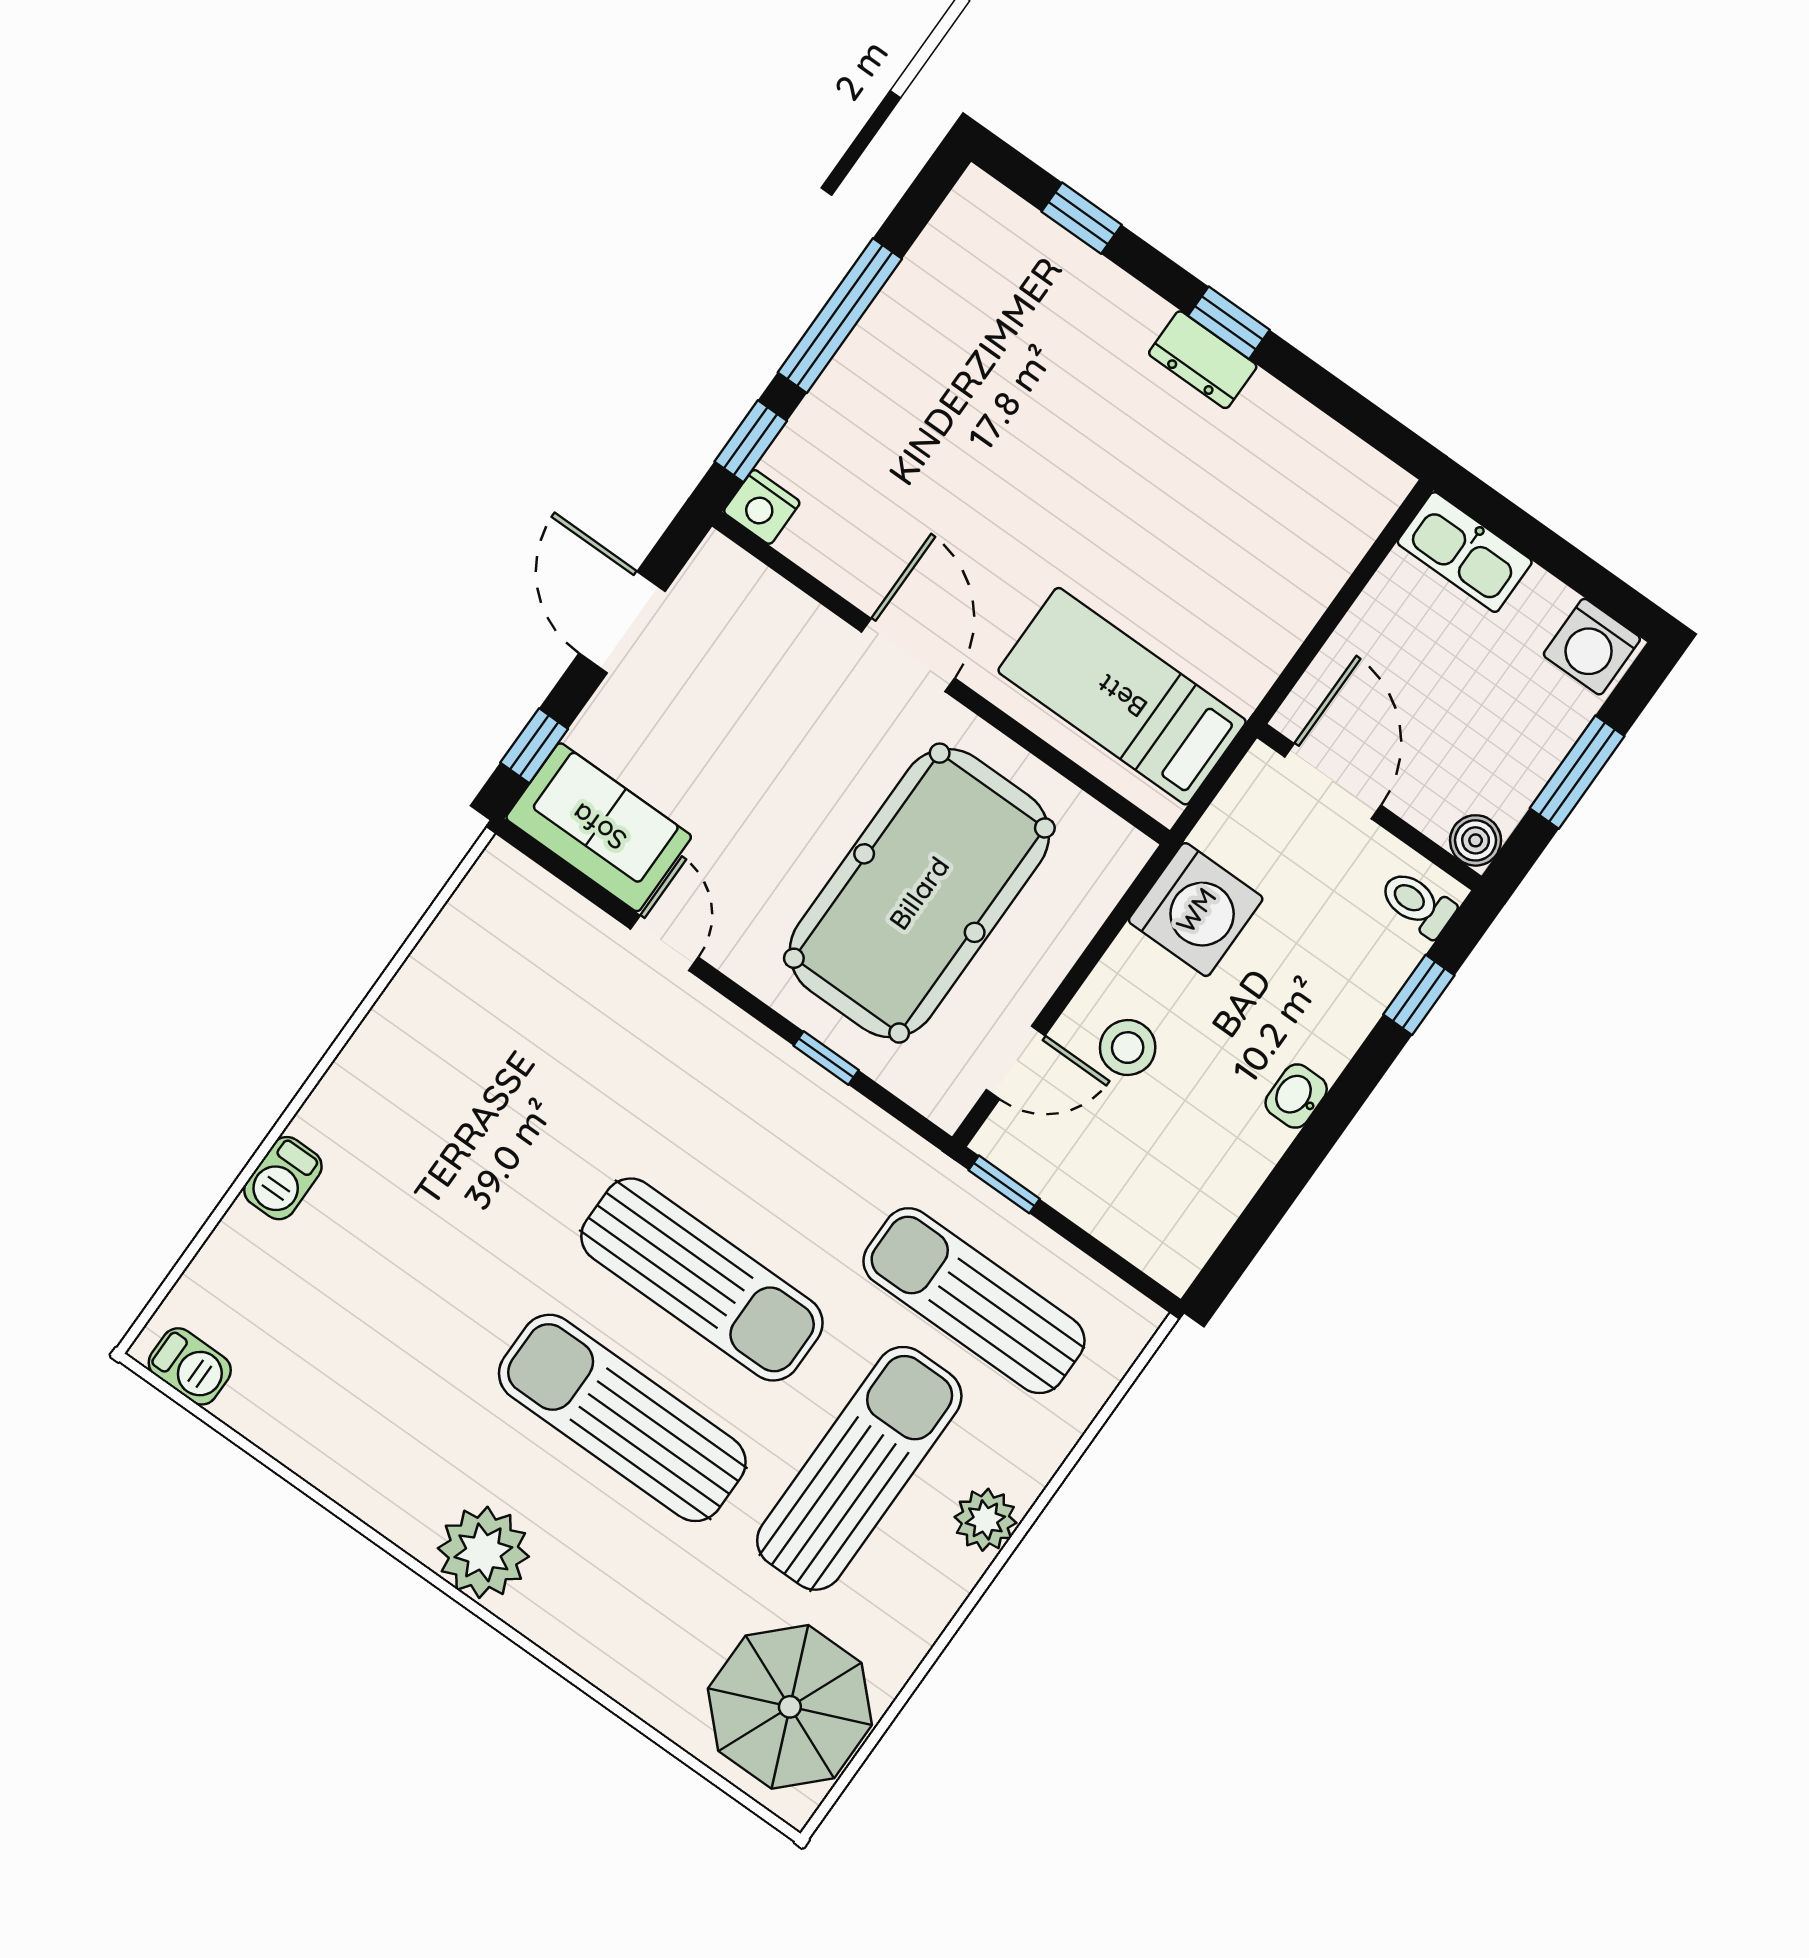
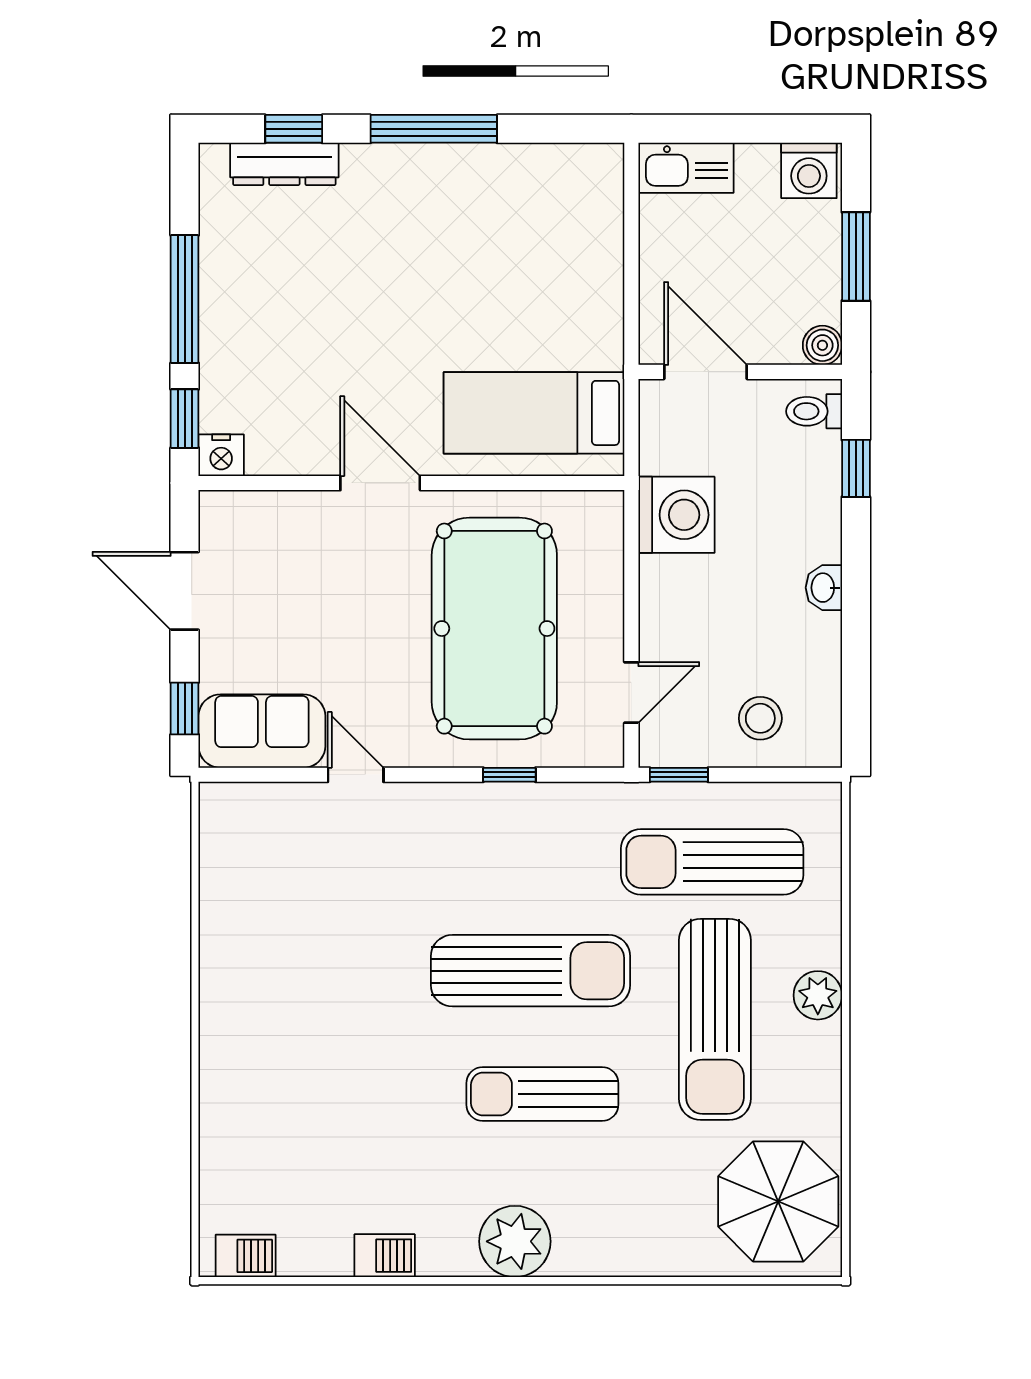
window: (1229, 323) -> (434, 129), width x2.17
dresser: (1203, 360) -> (284, 164), moved, width x1.44
stool: (1128, 1048) -> (760, 718), moved
barbecue: (283, 1178) -> (385, 1256), moved, turned -90
sun lounger: (622, 1418) -> (542, 1094), width x0.73, depth x0.75
sun lounger: (859, 1468) -> (715, 1019), turned 180

